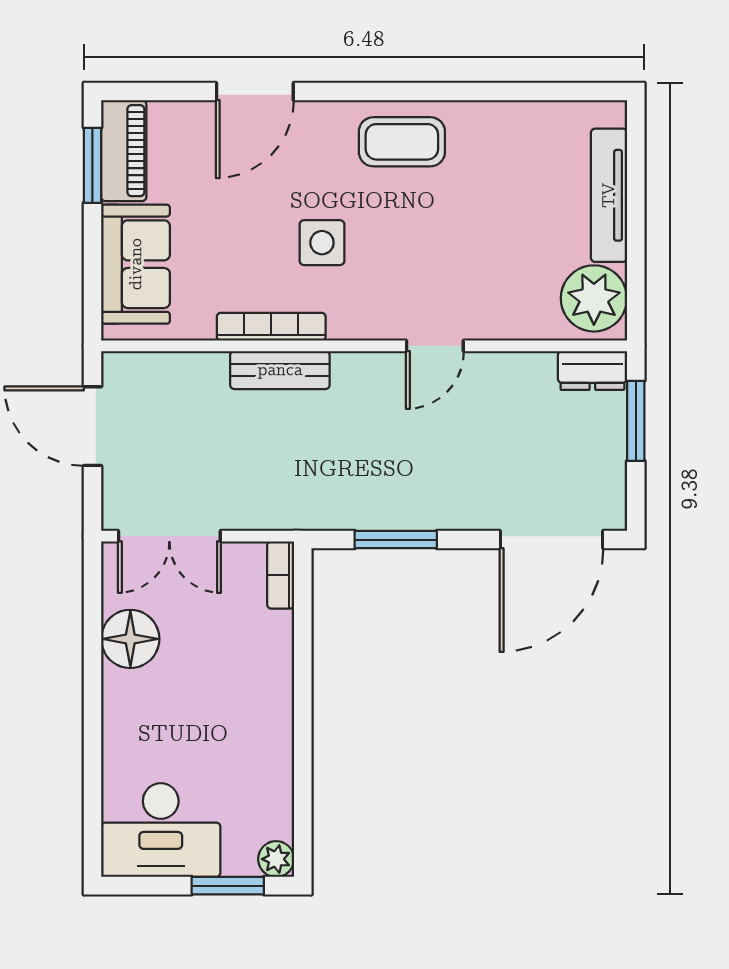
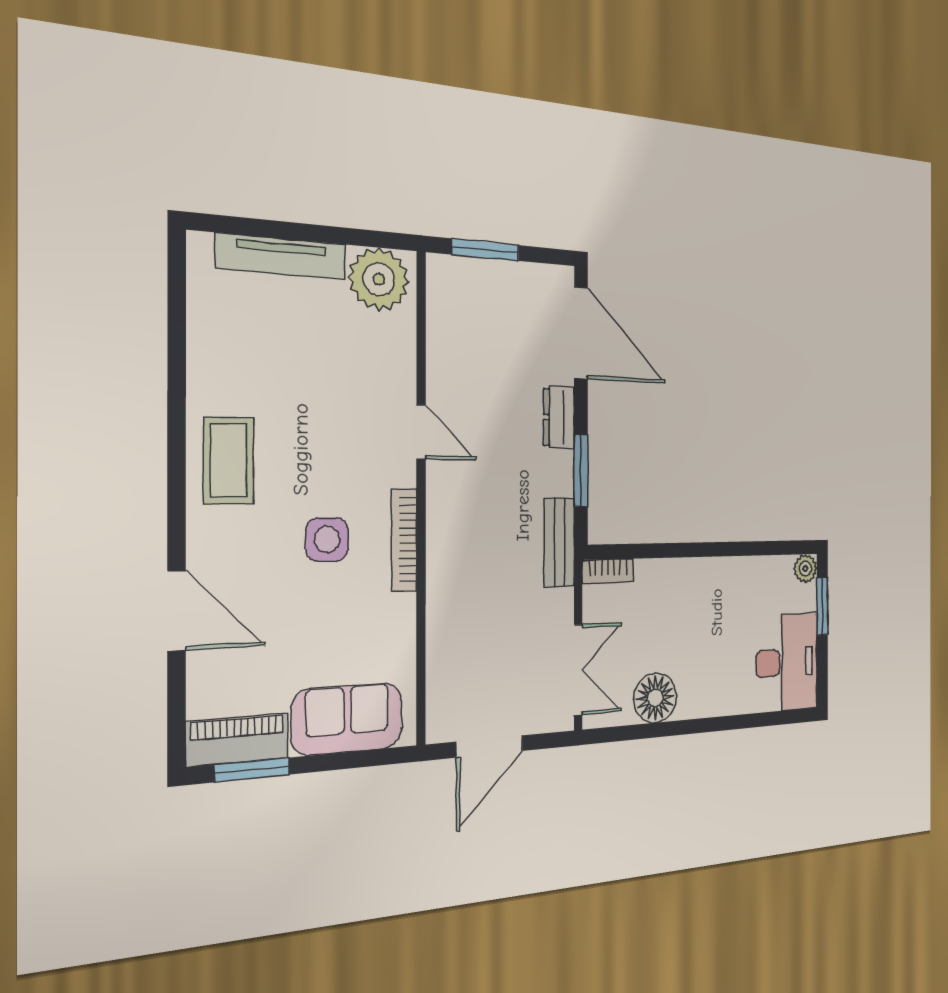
bookcase: (271, 327) -> (404, 540), moved
bench: (280, 370) -> (559, 542), moved
dresser: (592, 370) -> (559, 417), moved, turned 180

